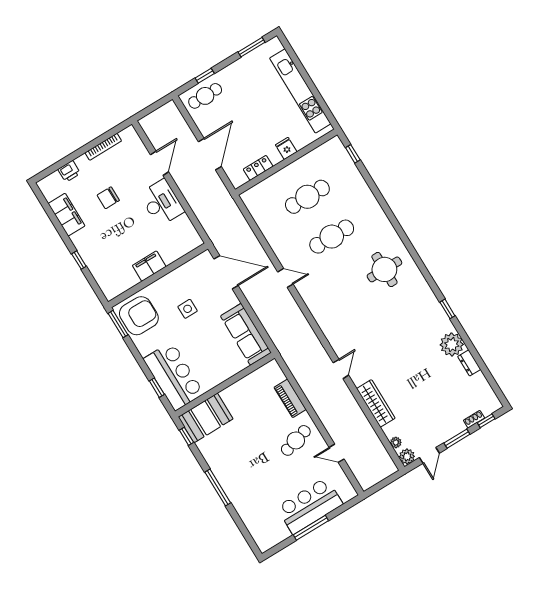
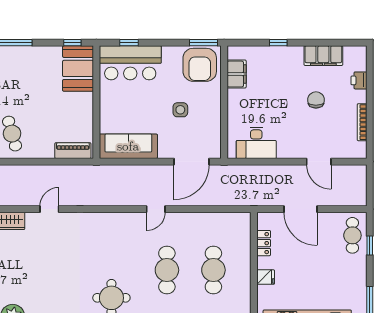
desk: (162, 203) -> (256, 143), moved
filing cabinet: (149, 266) -> (237, 74), moved
door: (341, 369) -> (49, 209), swing flipped
piano: (290, 398) -> (73, 151), moved

